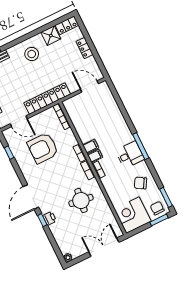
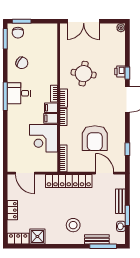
stool: (32, 54) -> (73, 225), moved
armchair: (43, 148) -> (95, 138), turned 90
corner desk: (133, 215) -> (43, 138), moved, turned 90

